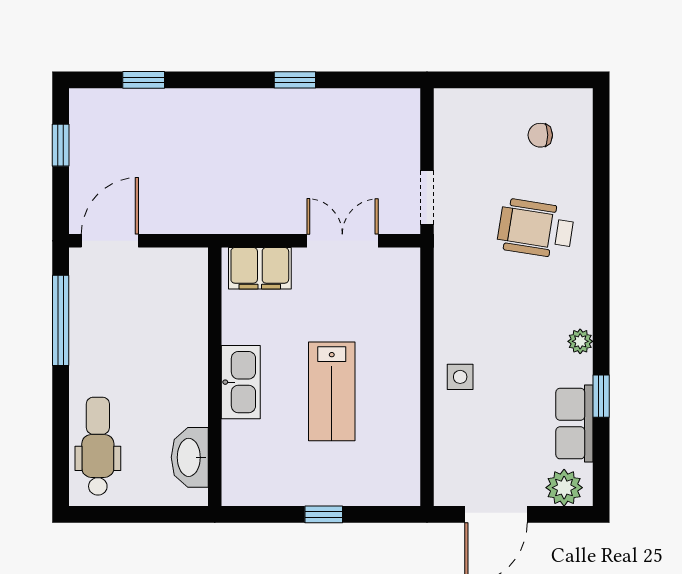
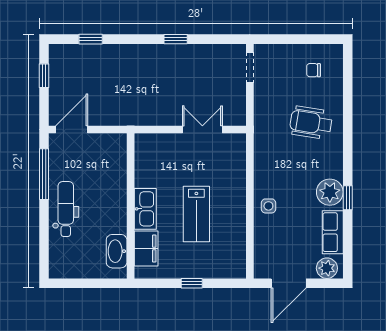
doorway: (427, 197) -> (250, 67), moved
filing cabinet: (260, 268) -> (146, 249), moved, turned -90
plant: (580, 341) -> (330, 192), width x1.88, depth x1.88
window: (601, 396) -> (348, 198), moved
dental chair: (98, 446) -> (66, 209), moved

